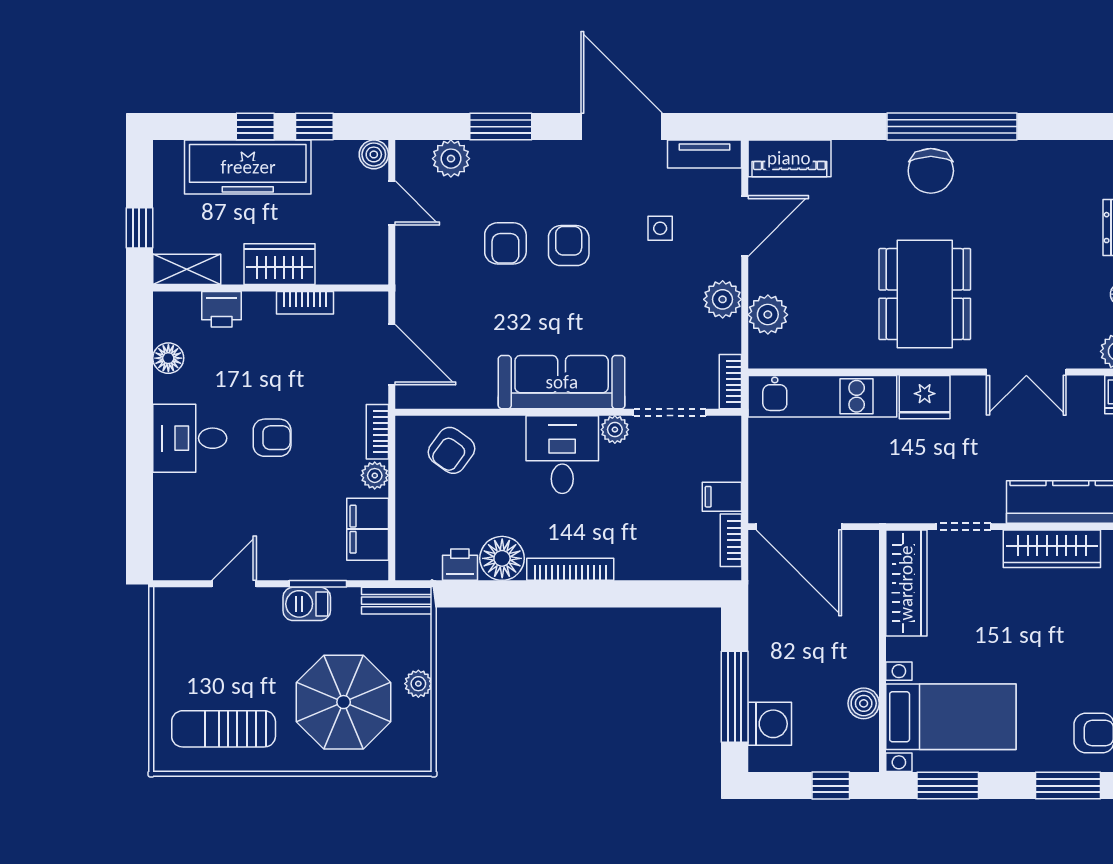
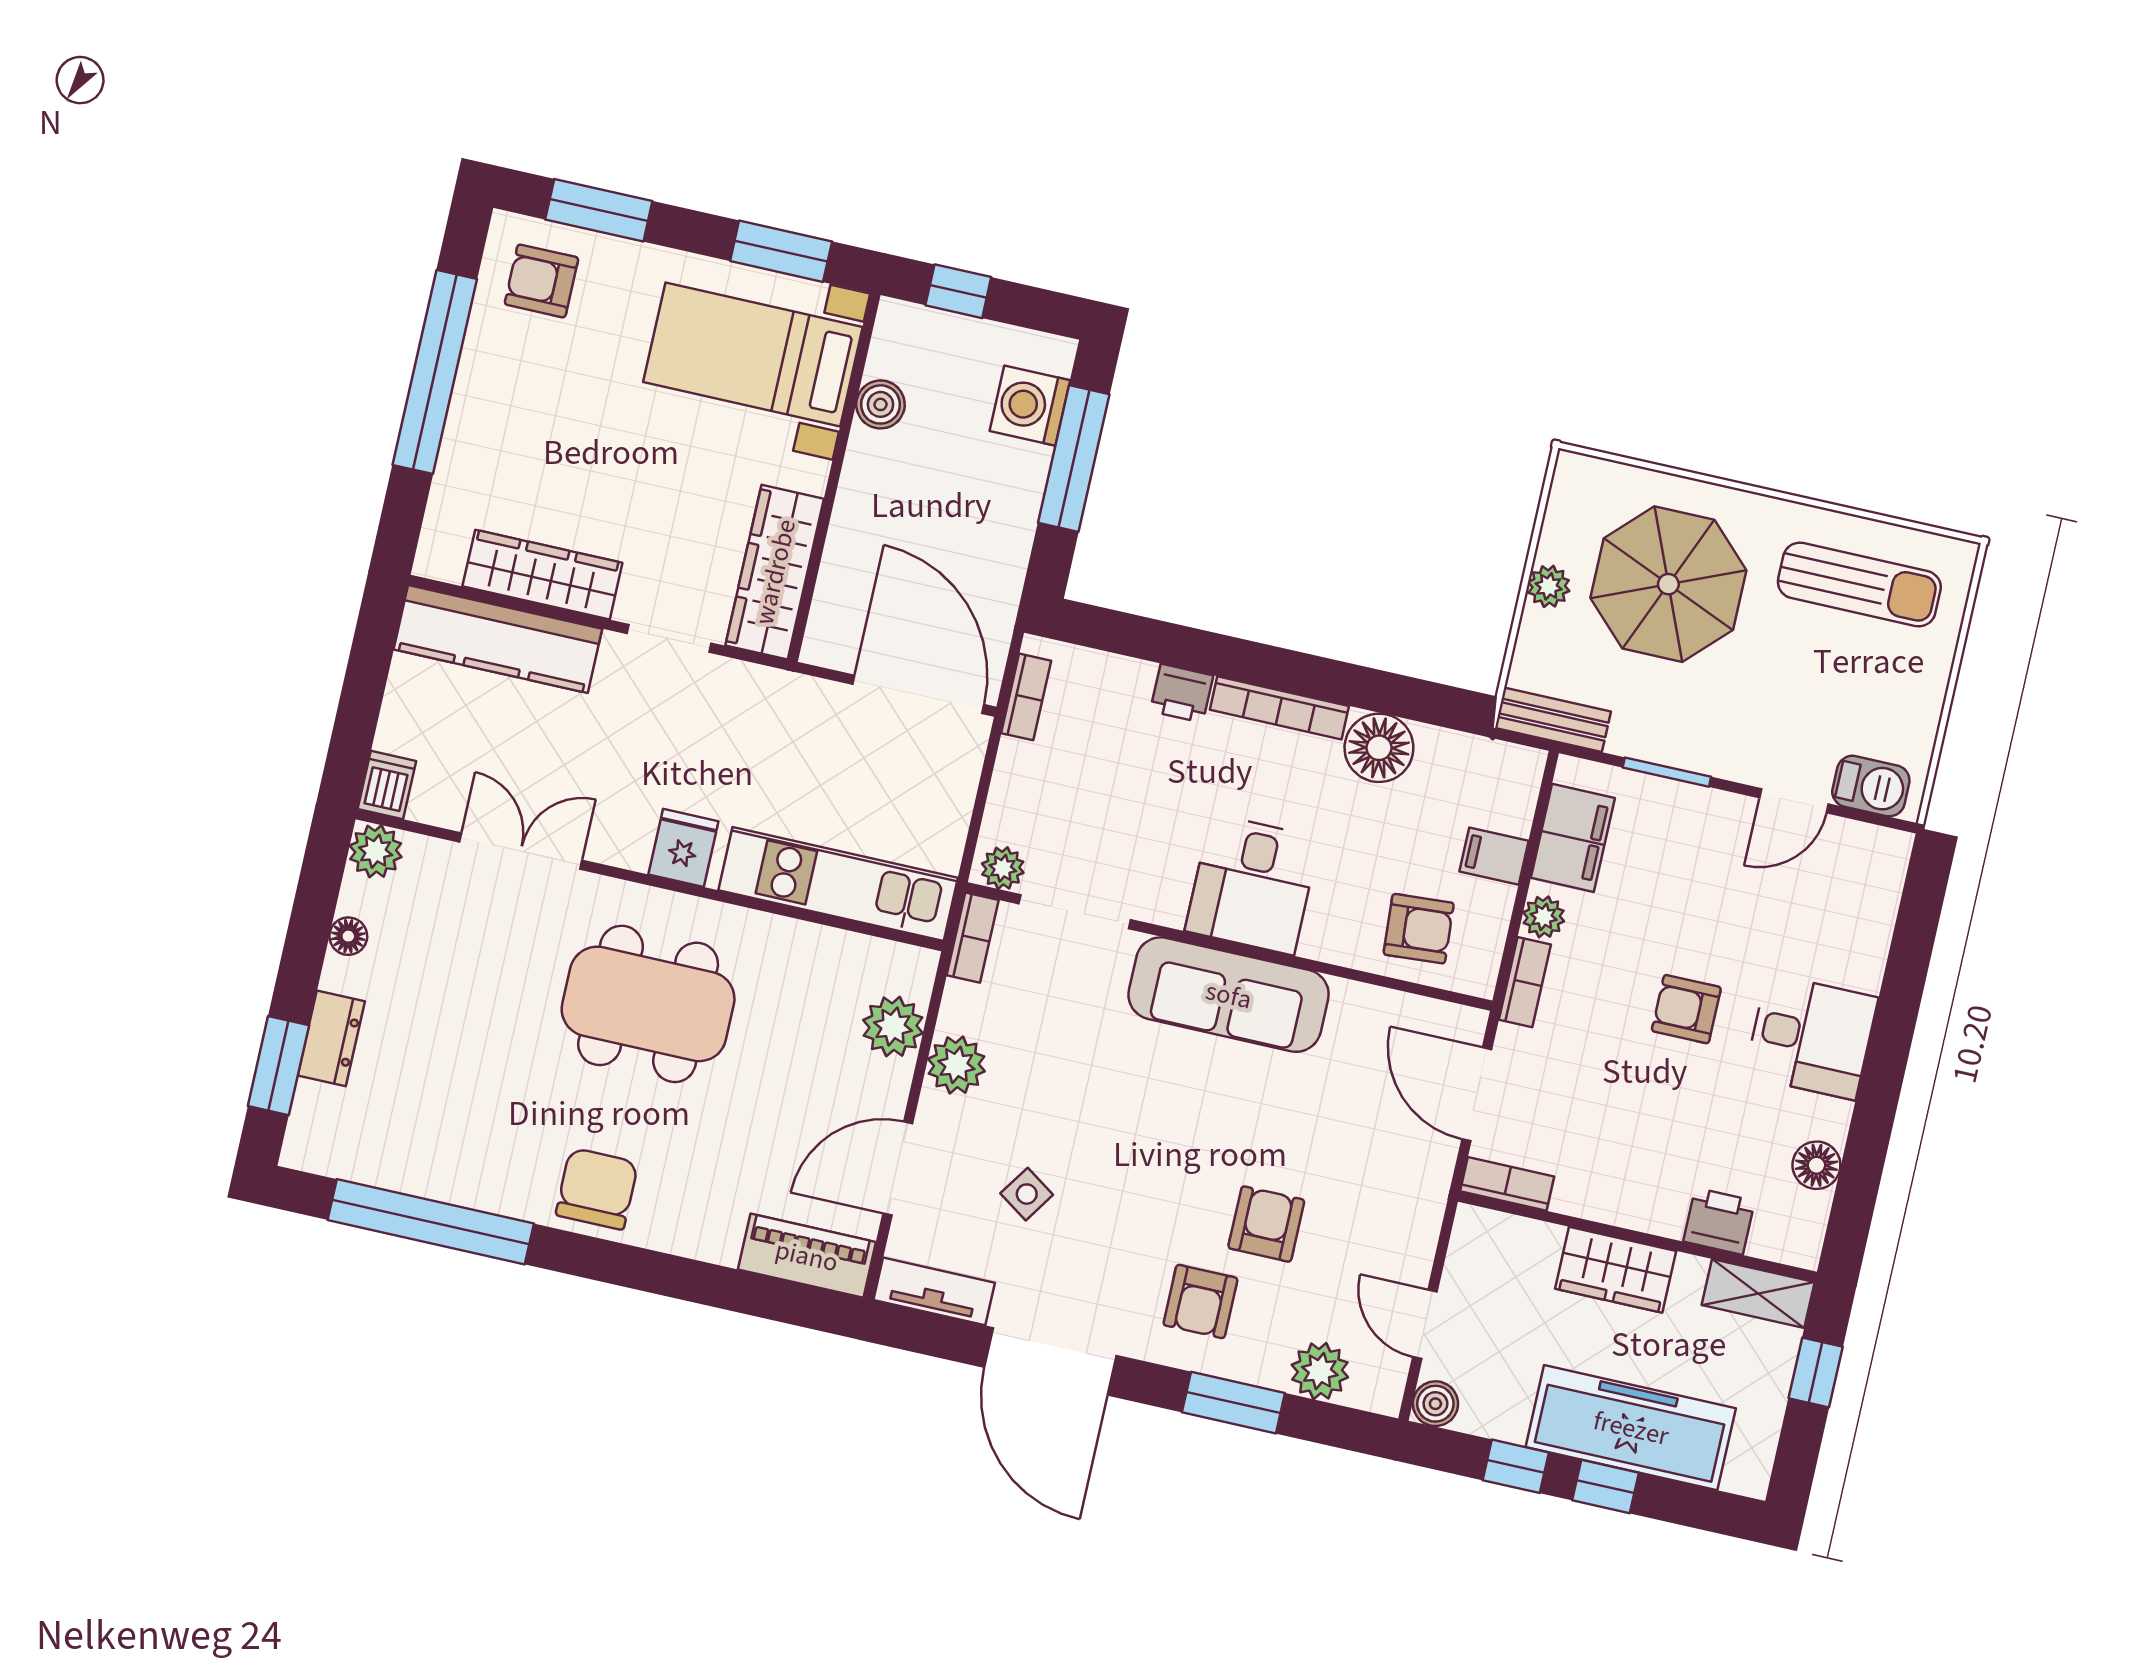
window: (952, 127) -> (431, 1222), moved
side table: (660, 228) -> (1027, 1194), turned 34
armchair: (569, 246) -> (1200, 1301), moved
dining table: (925, 294) -> (648, 1004), turned 90
bookcase: (305, 303) -> (1507, 1184), moved
fridge: (925, 397) -> (683, 848), width x0.72
plant: (615, 430) -> (1003, 868), moved
armchair: (452, 450) -> (1419, 929), turned 50
filing cabinet: (722, 497) -> (1494, 856), moved, turned 180
printer: (460, 565) -> (1182, 693), moved
barbecue: (307, 604) -> (1871, 786), moved

